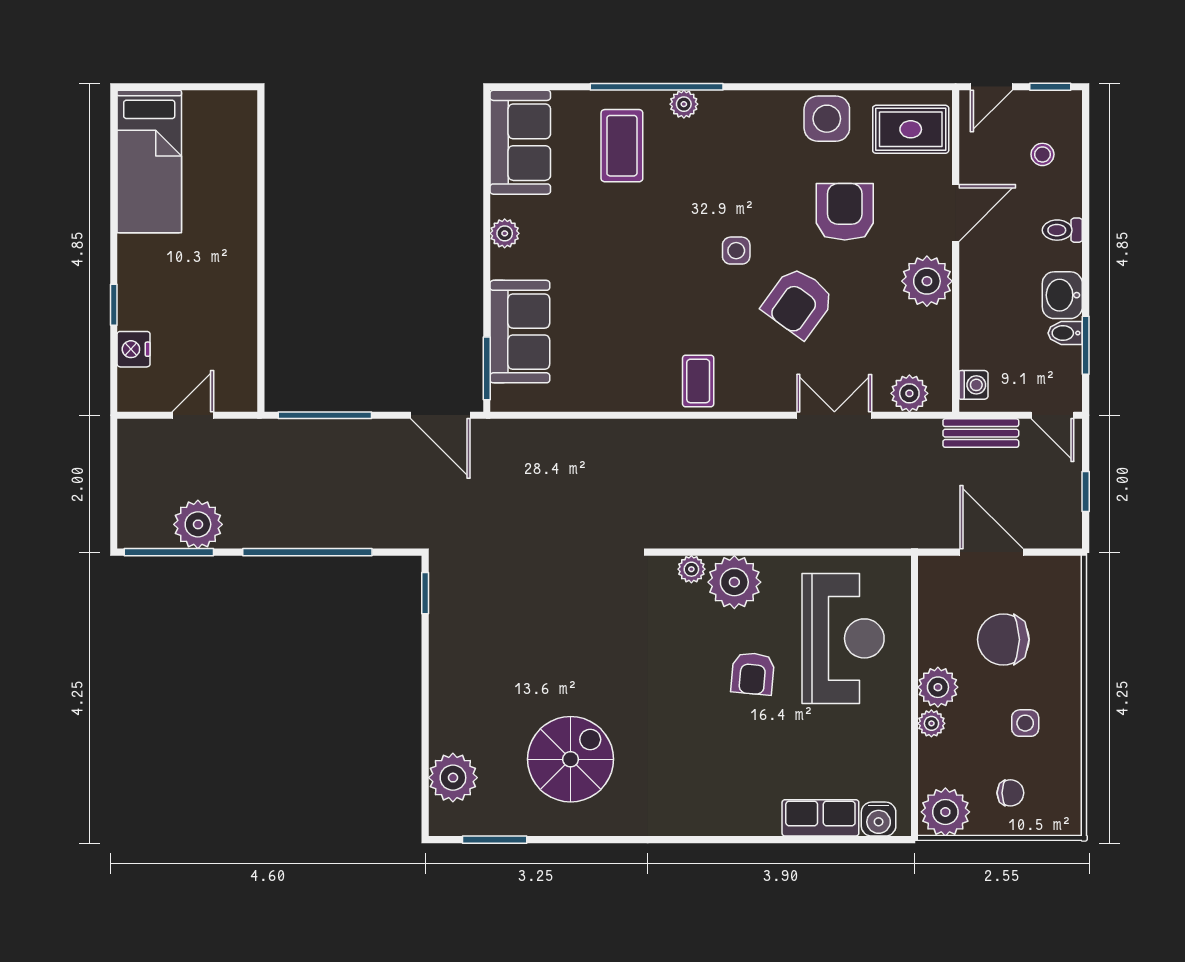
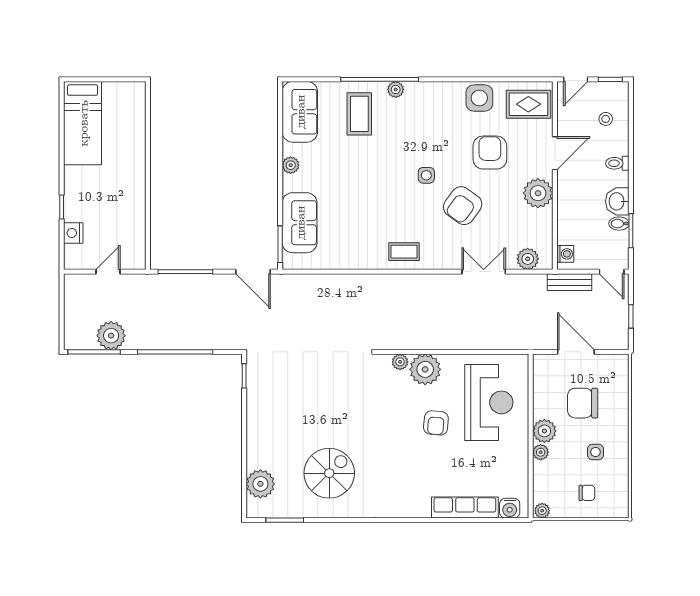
coffee table: (698, 381) -> (404, 252), turned 90
plant: (945, 812) -> (542, 511), width x0.53, depth x0.53
row of seats: (820, 818) -> (465, 508), width x1.48

